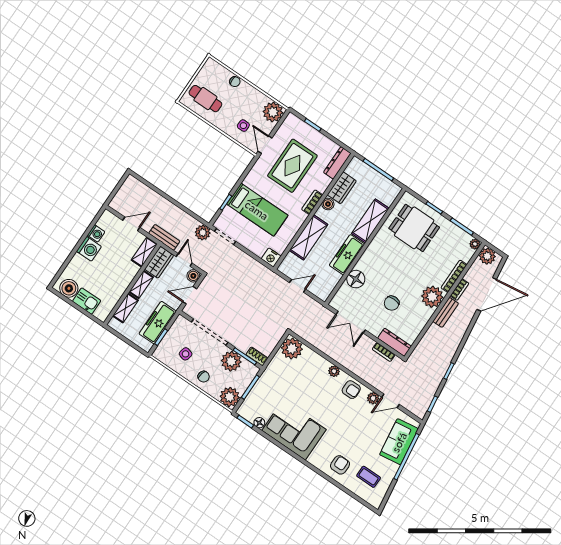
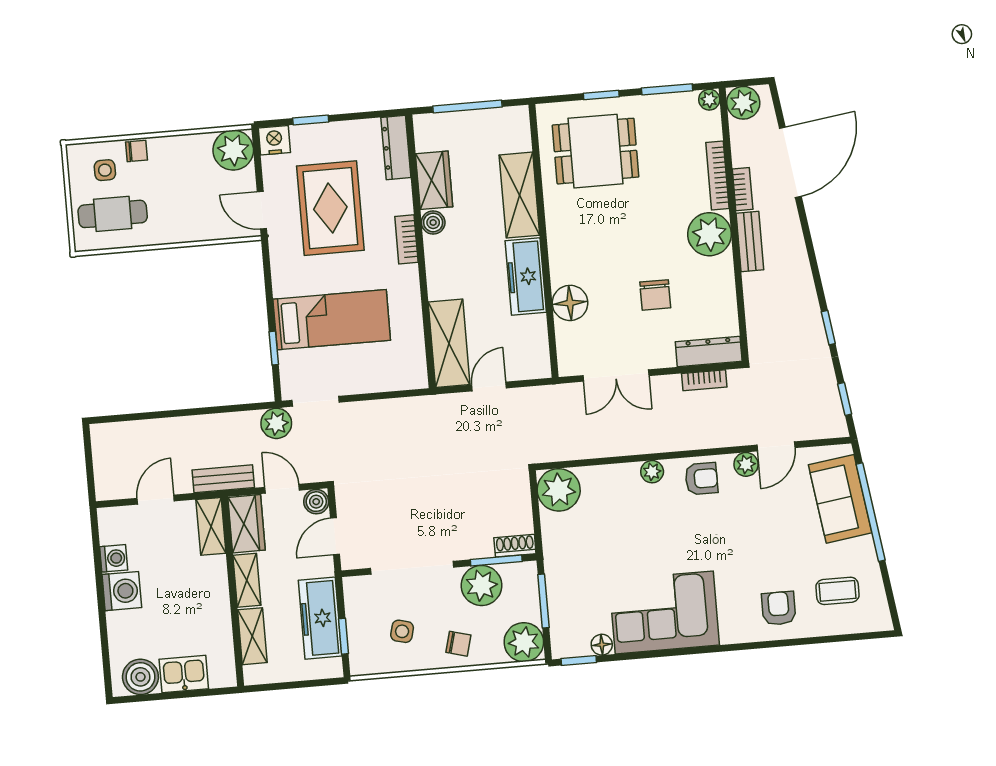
side table: (243, 126) -> (105, 170), moved
shelving: (309, 237) -> (449, 343), moved
nightstand: (271, 257) -> (274, 140), moved, turned 180

